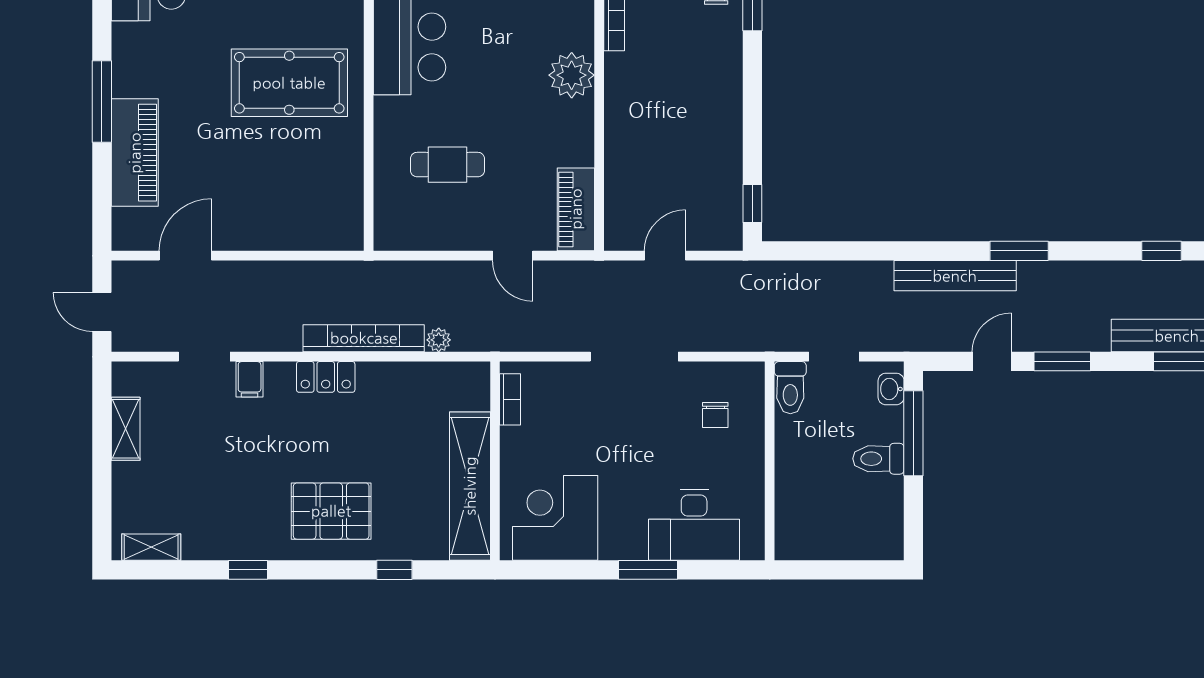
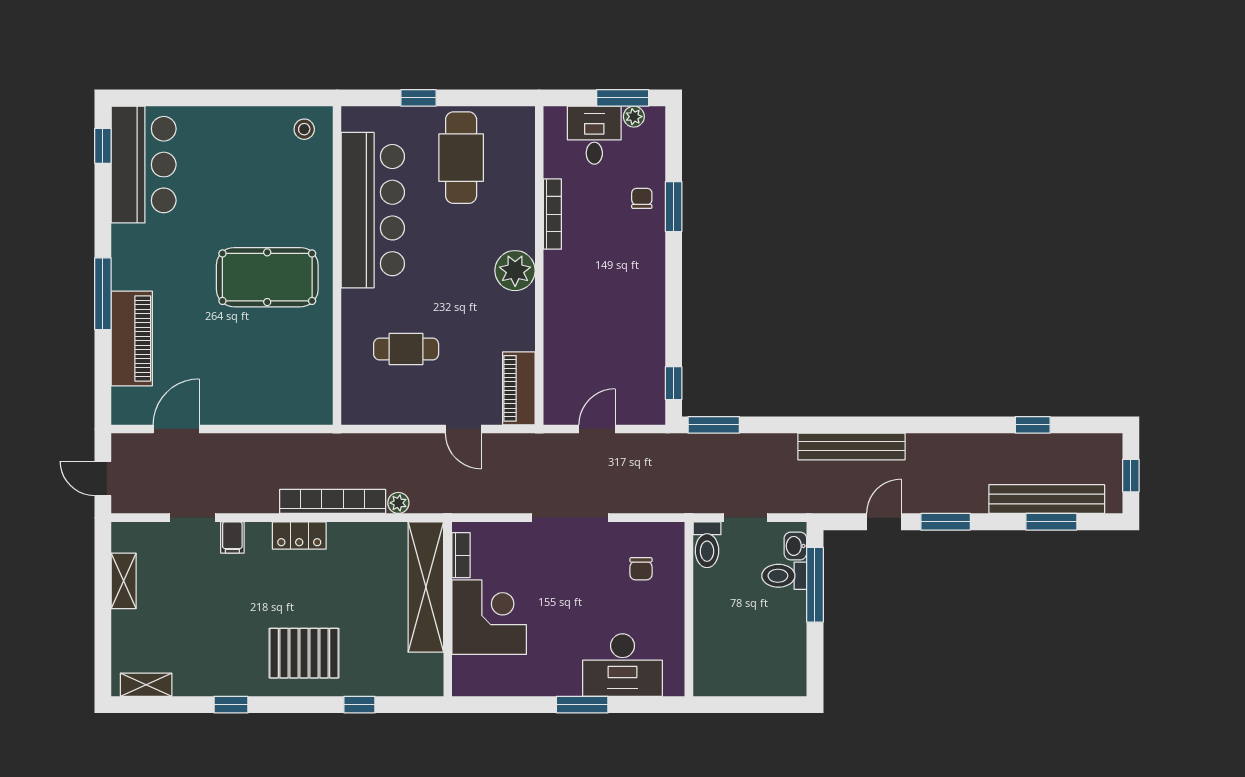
window: (1019, 251) -> (714, 425), moved
toilet: (878, 459) -> (784, 576), moved
shelving: (470, 486) -> (426, 587), moved
corner desk: (555, 518) -> (489, 617), moved, turned 90

